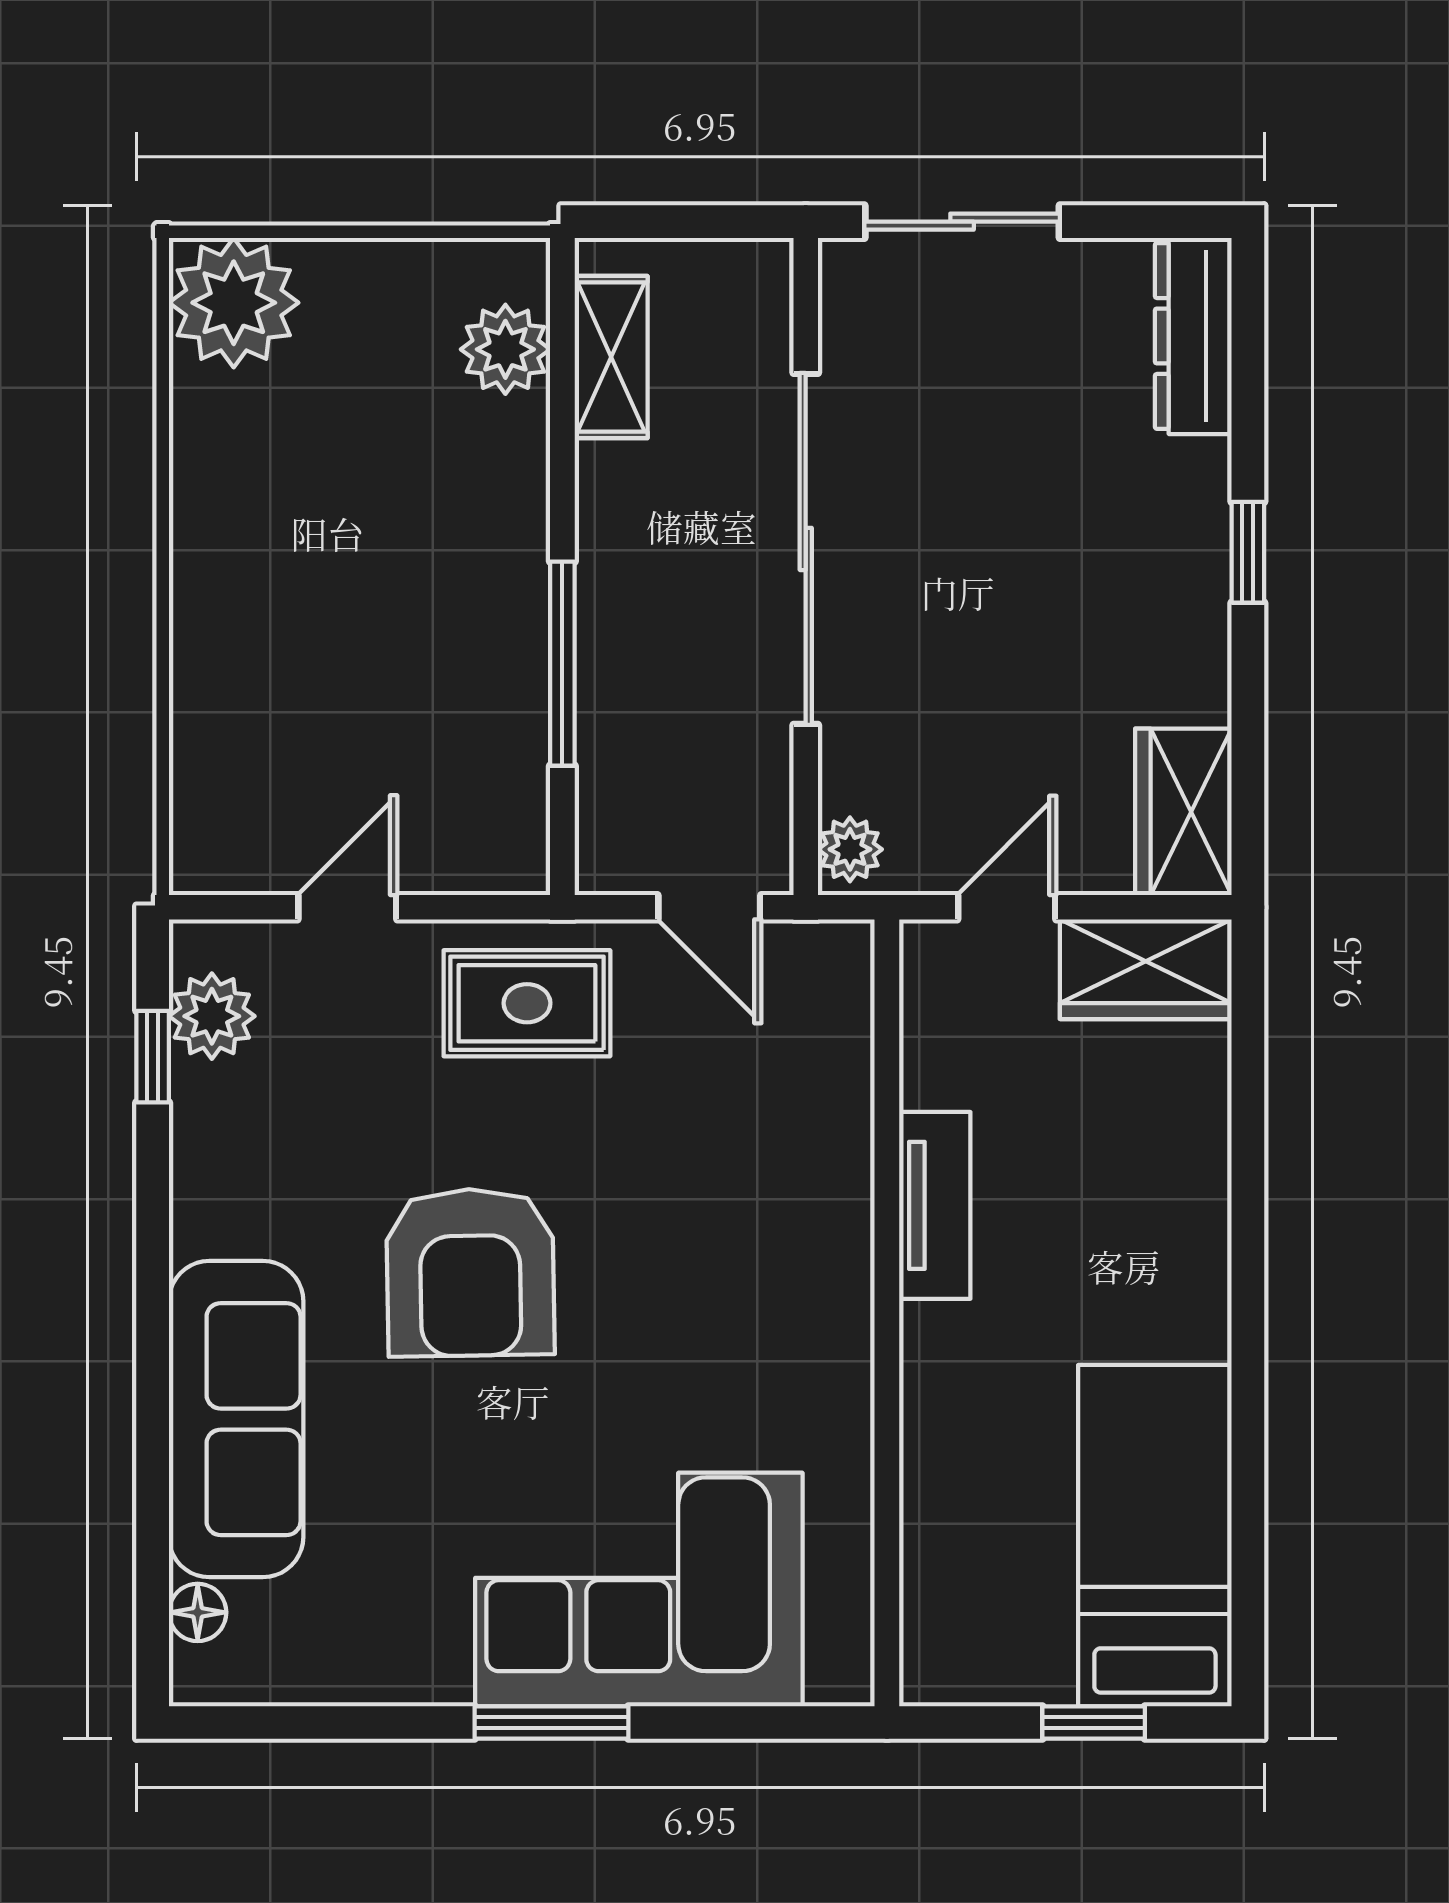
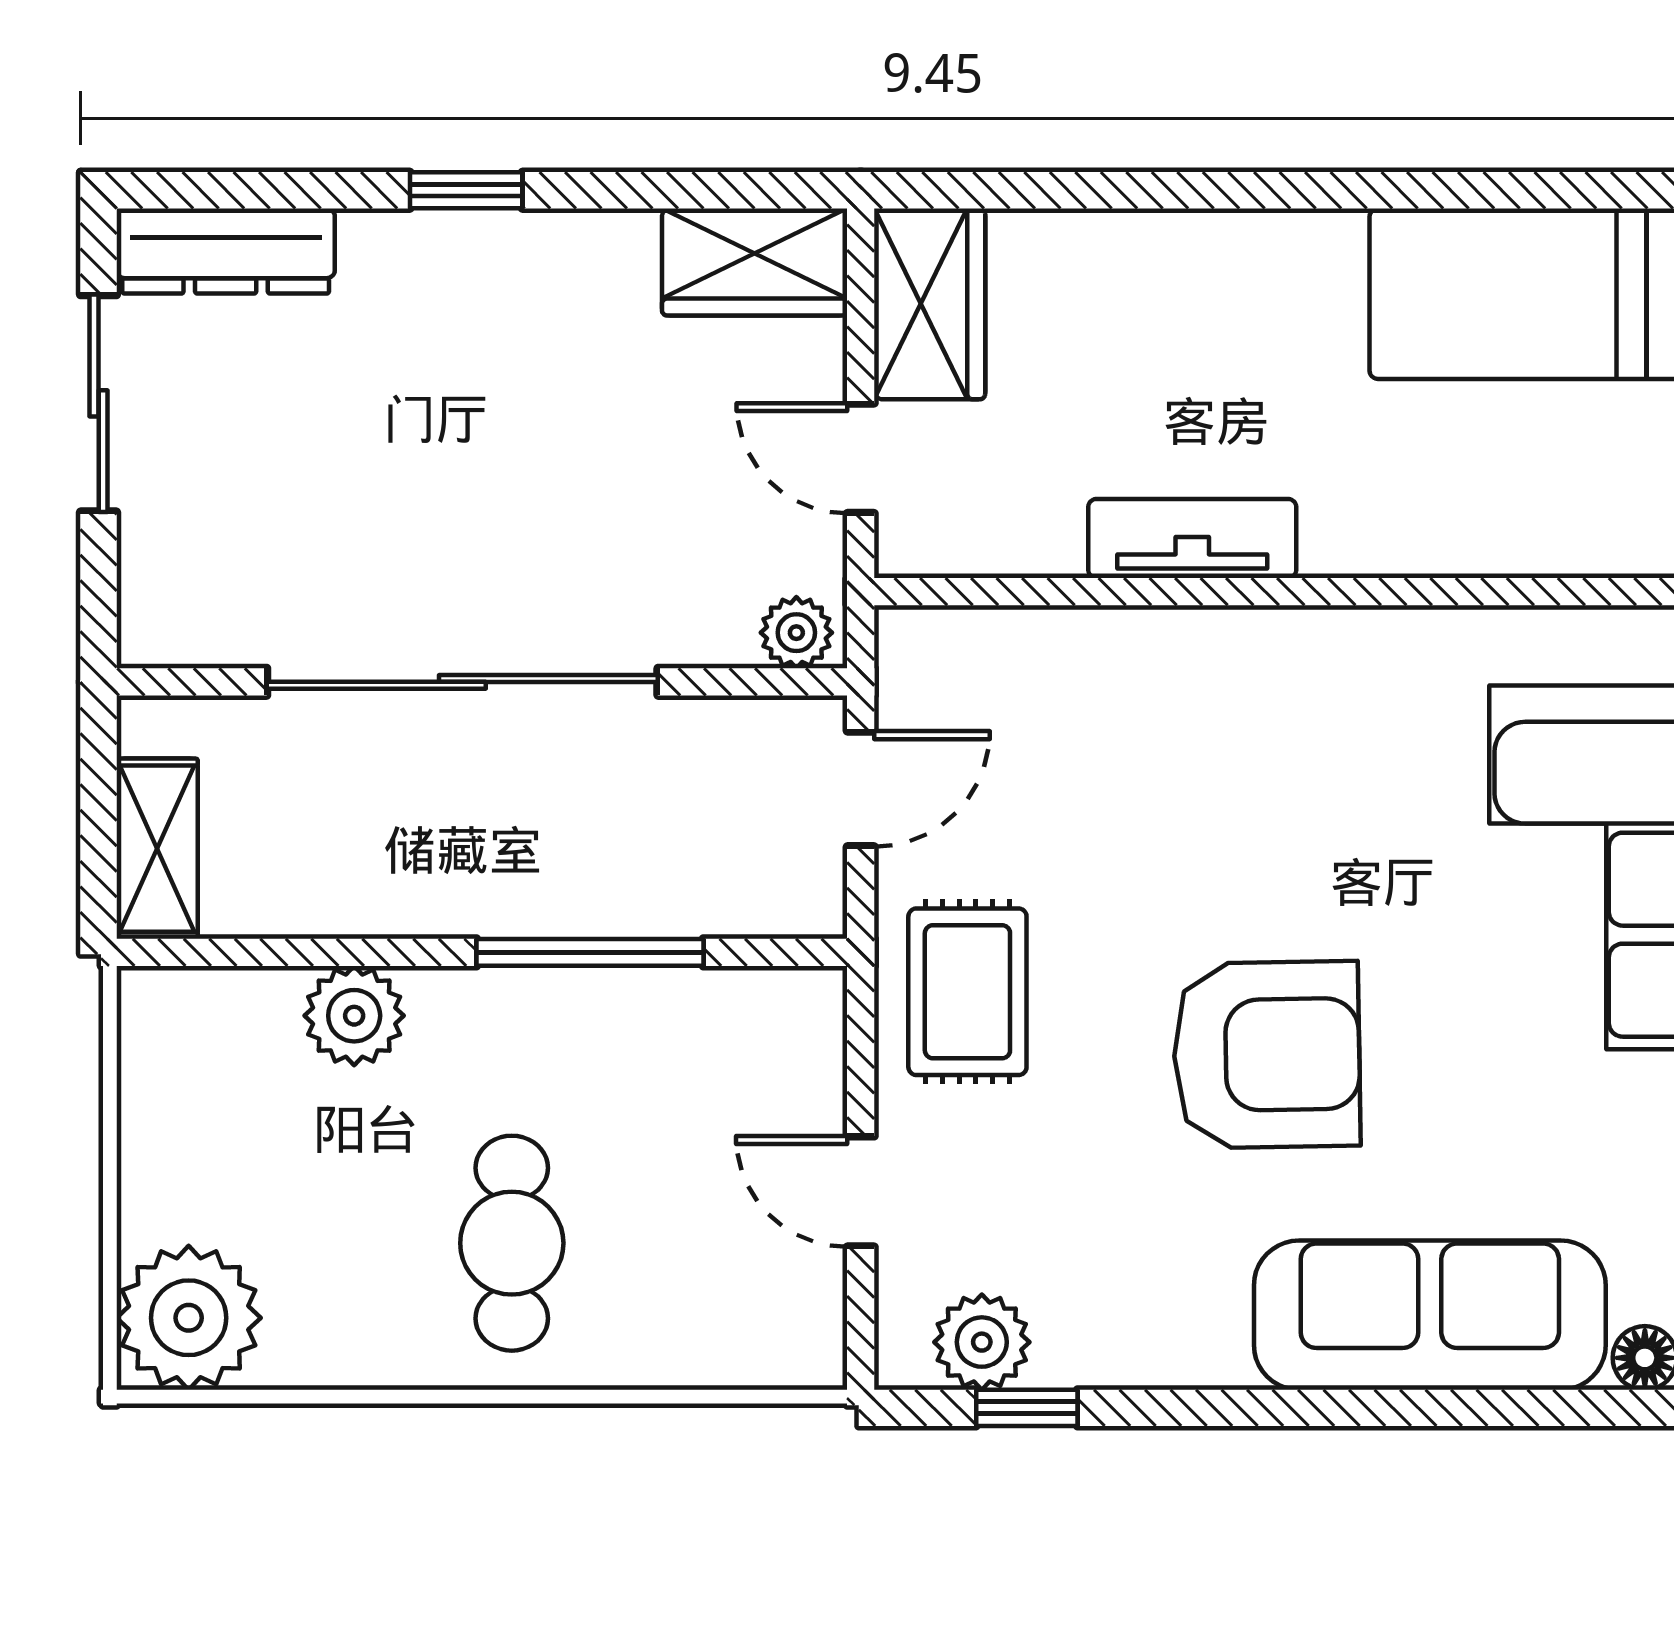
sliding door: (962, 222) -> (99, 403), moved
plant: (505, 349) -> (354, 1016), moved
shelving: (611, 357) -> (157, 849), moved, turned 90
cafe table: (301, 593) -> (512, 1243), added

